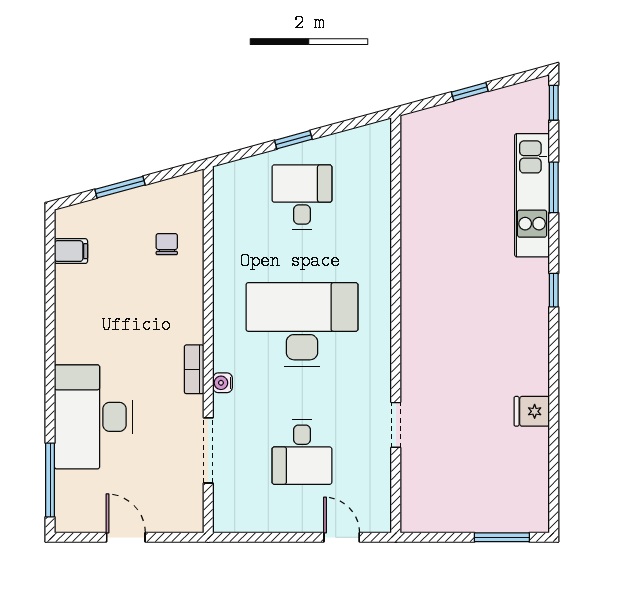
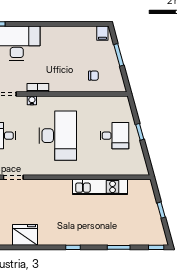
kitchen unit: (532, 195) -> (100, 187), moved, turned 180
filing cabinet: (71, 251) -> (102, 33), moved
fridge: (532, 411) -> (25, 235), width x1.88, depth x1.34

